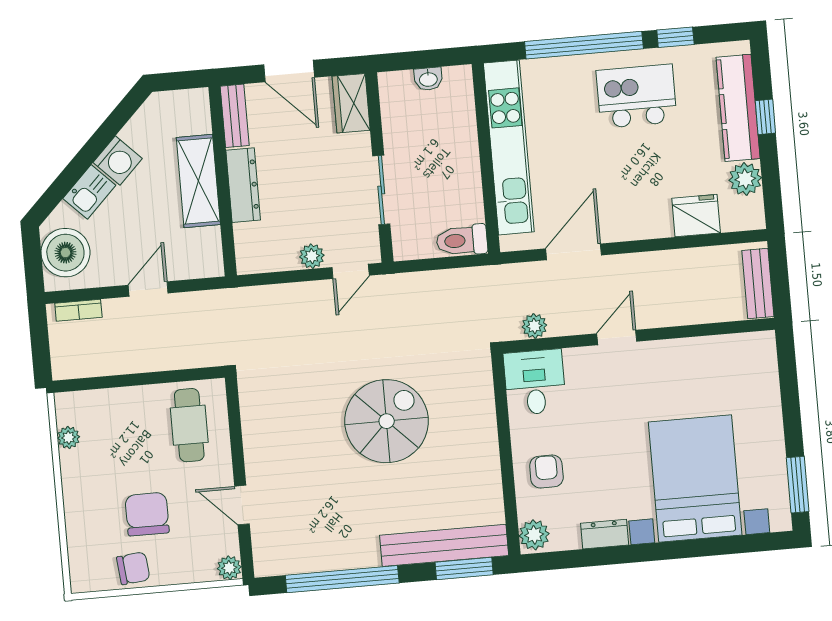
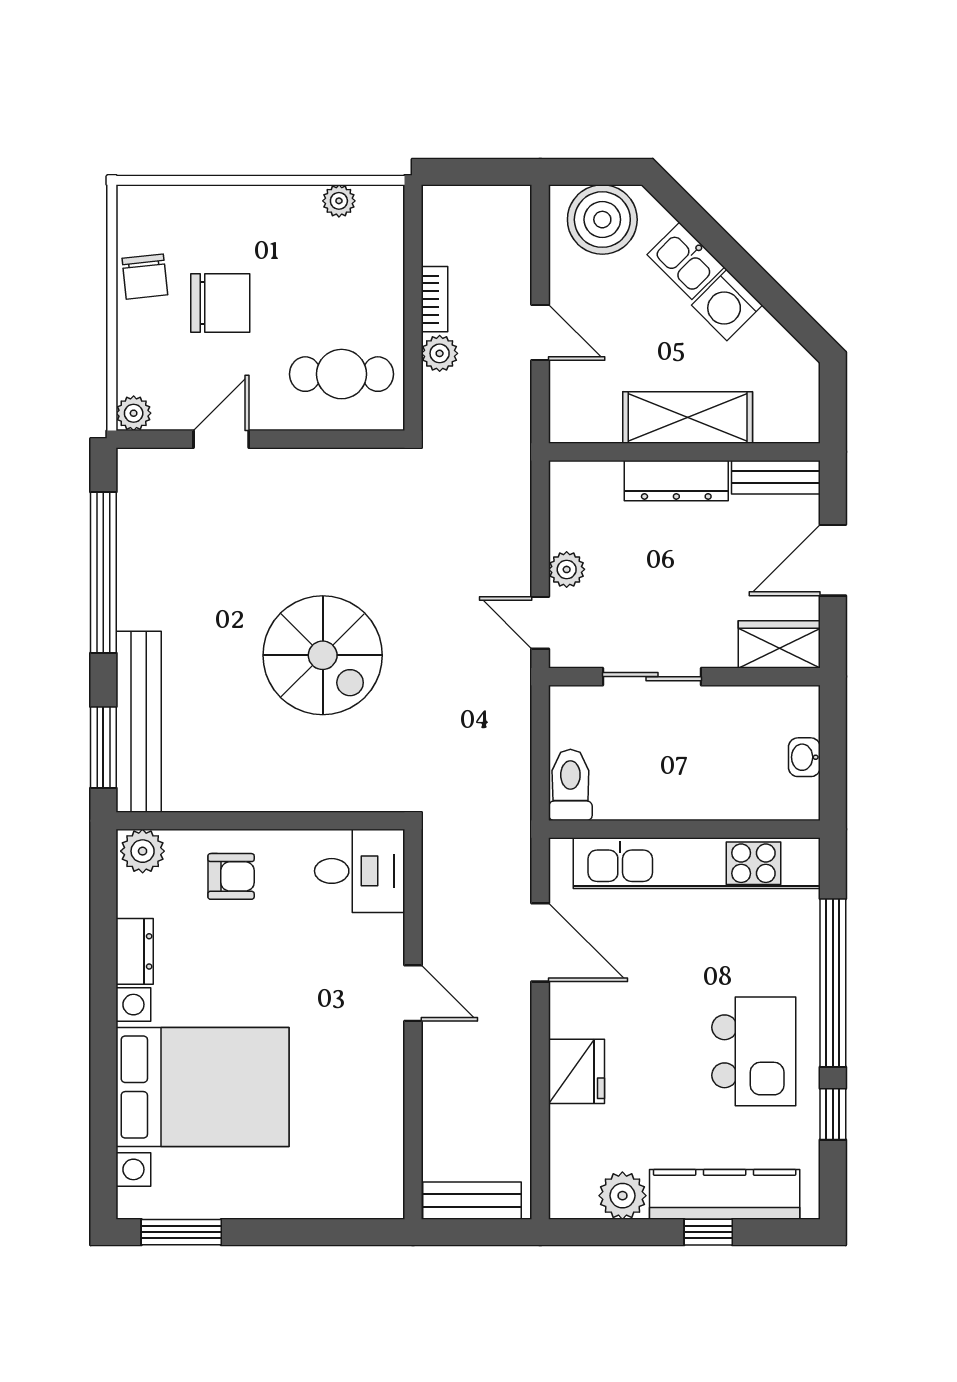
fridge: (696, 216) -> (577, 1071), moved
bookcase: (78, 310) -> (435, 299), moved, turned 180
plant: (534, 326) -> (440, 353), moved

